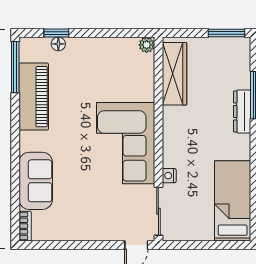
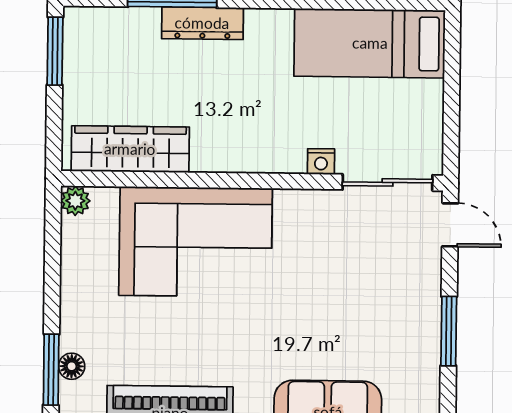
window: (56, 33) -> (51, 370), width x1.50
corner sofa: (126, 143) -> (196, 242), moved
window: (80, 245) -> (449, 331), added

